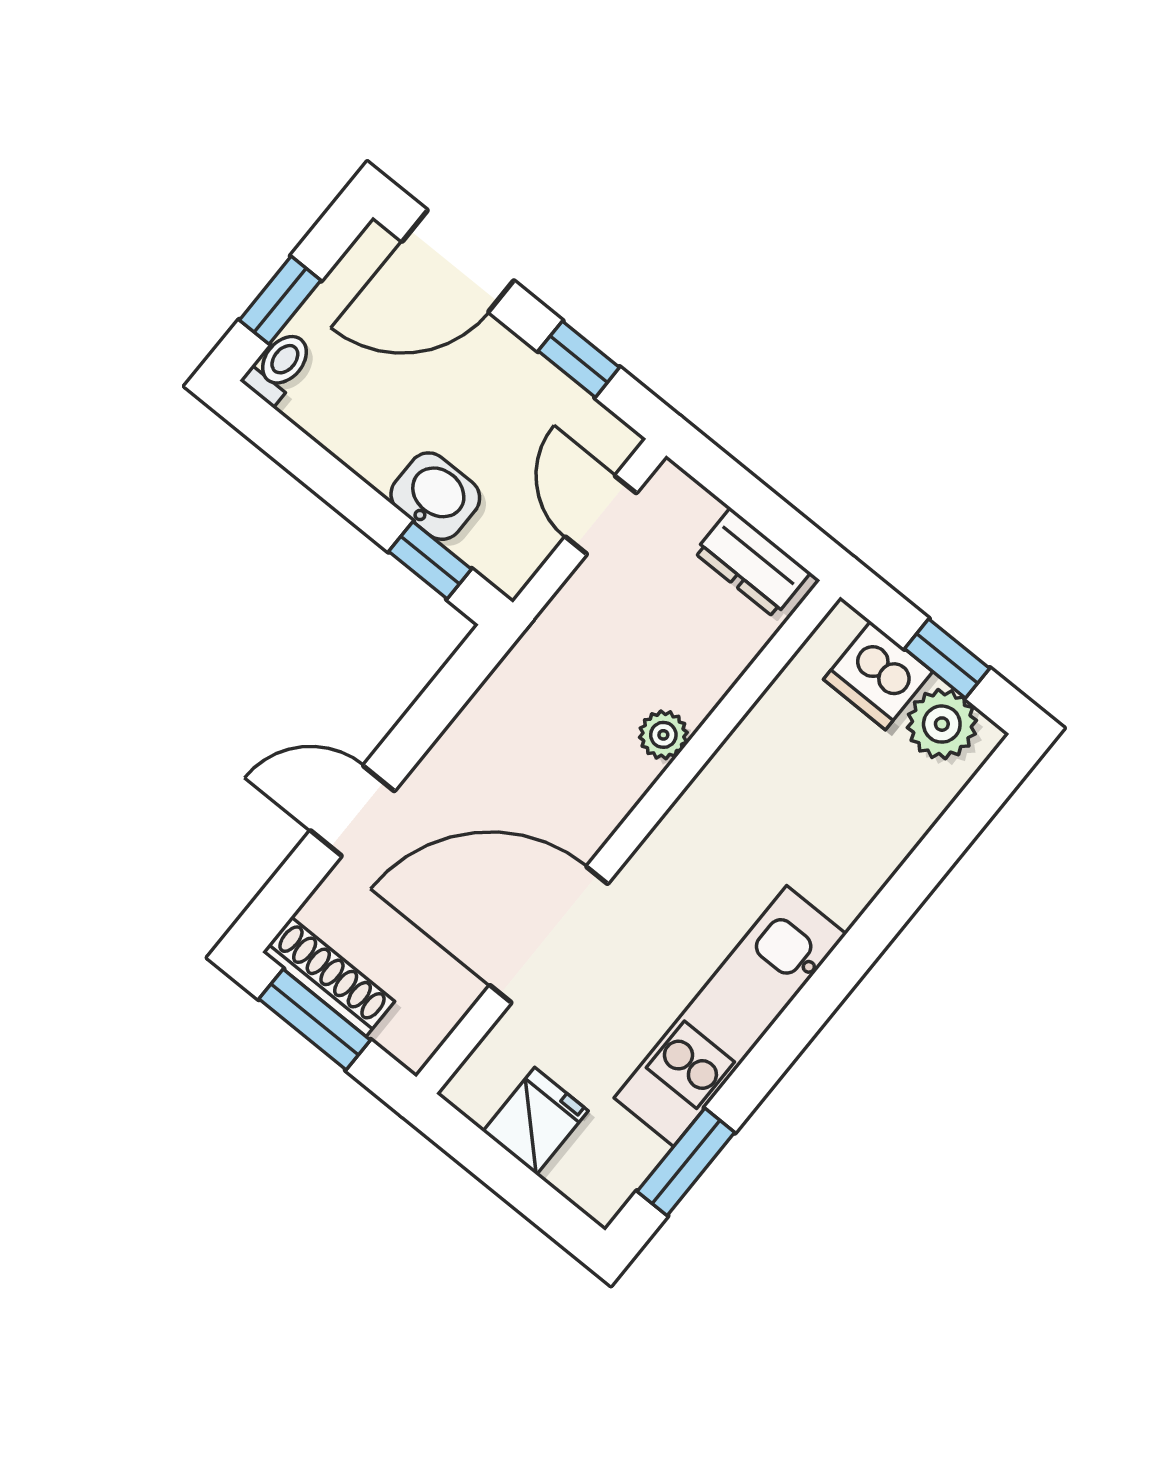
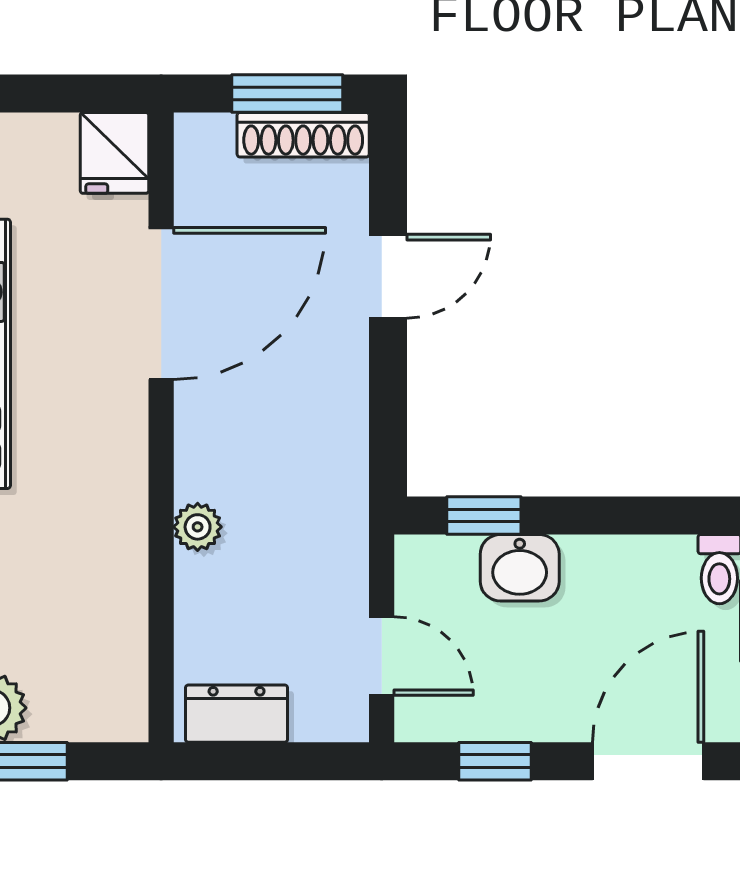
dishwasher: (878, 675) -> (71, 705), removed
fridge: (536, 1121) -> (114, 153), moved

